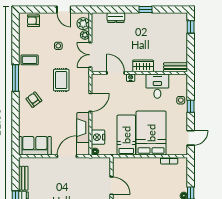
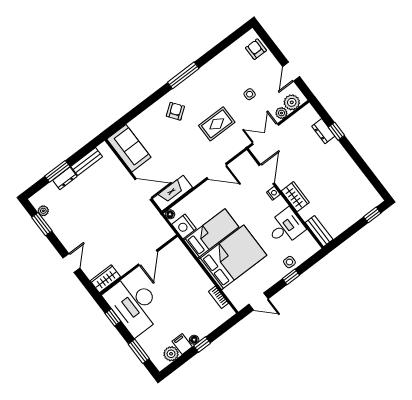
window: (146, 10) -> (336, 131), moved
coffee table: (30, 60) -> (213, 76), removed
fireplace: (83, 128) -> (172, 193), moved
nightstand: (98, 137) -> (184, 226), moved, turned -90

